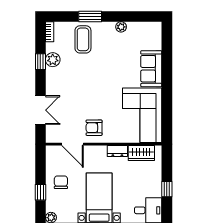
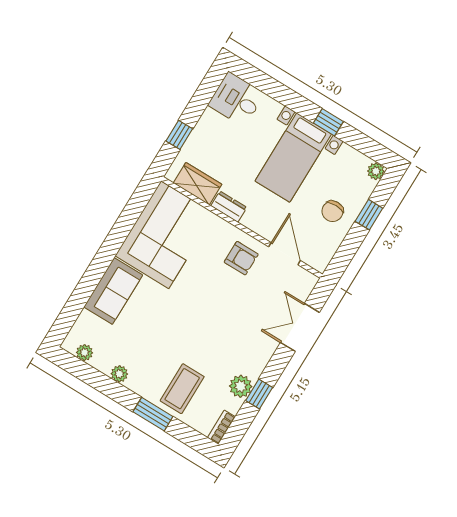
plant: (146, 27) -> (84, 353), added
window: (167, 189) -> (179, 135), moved

